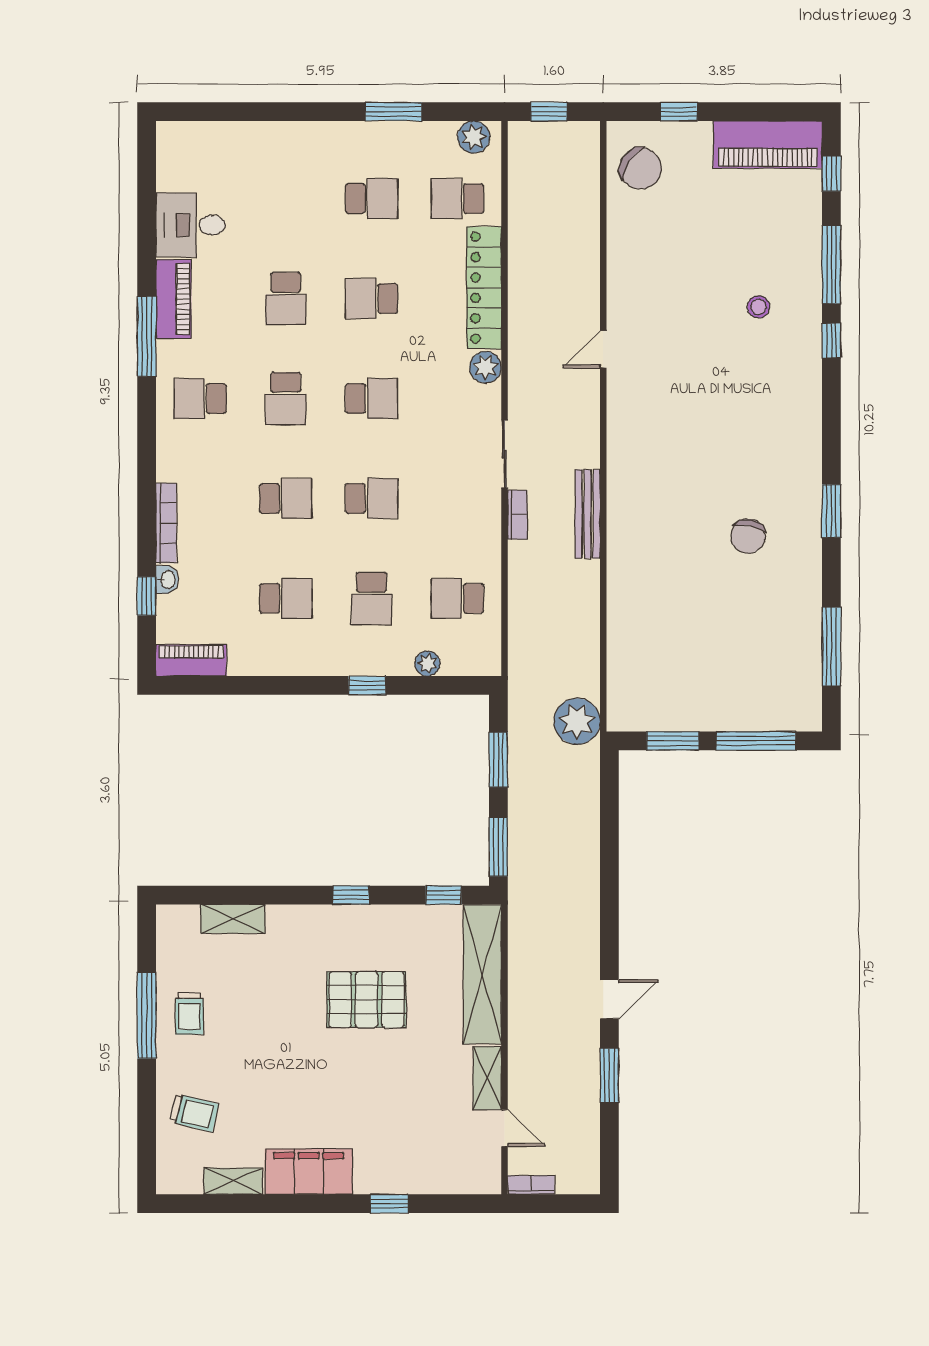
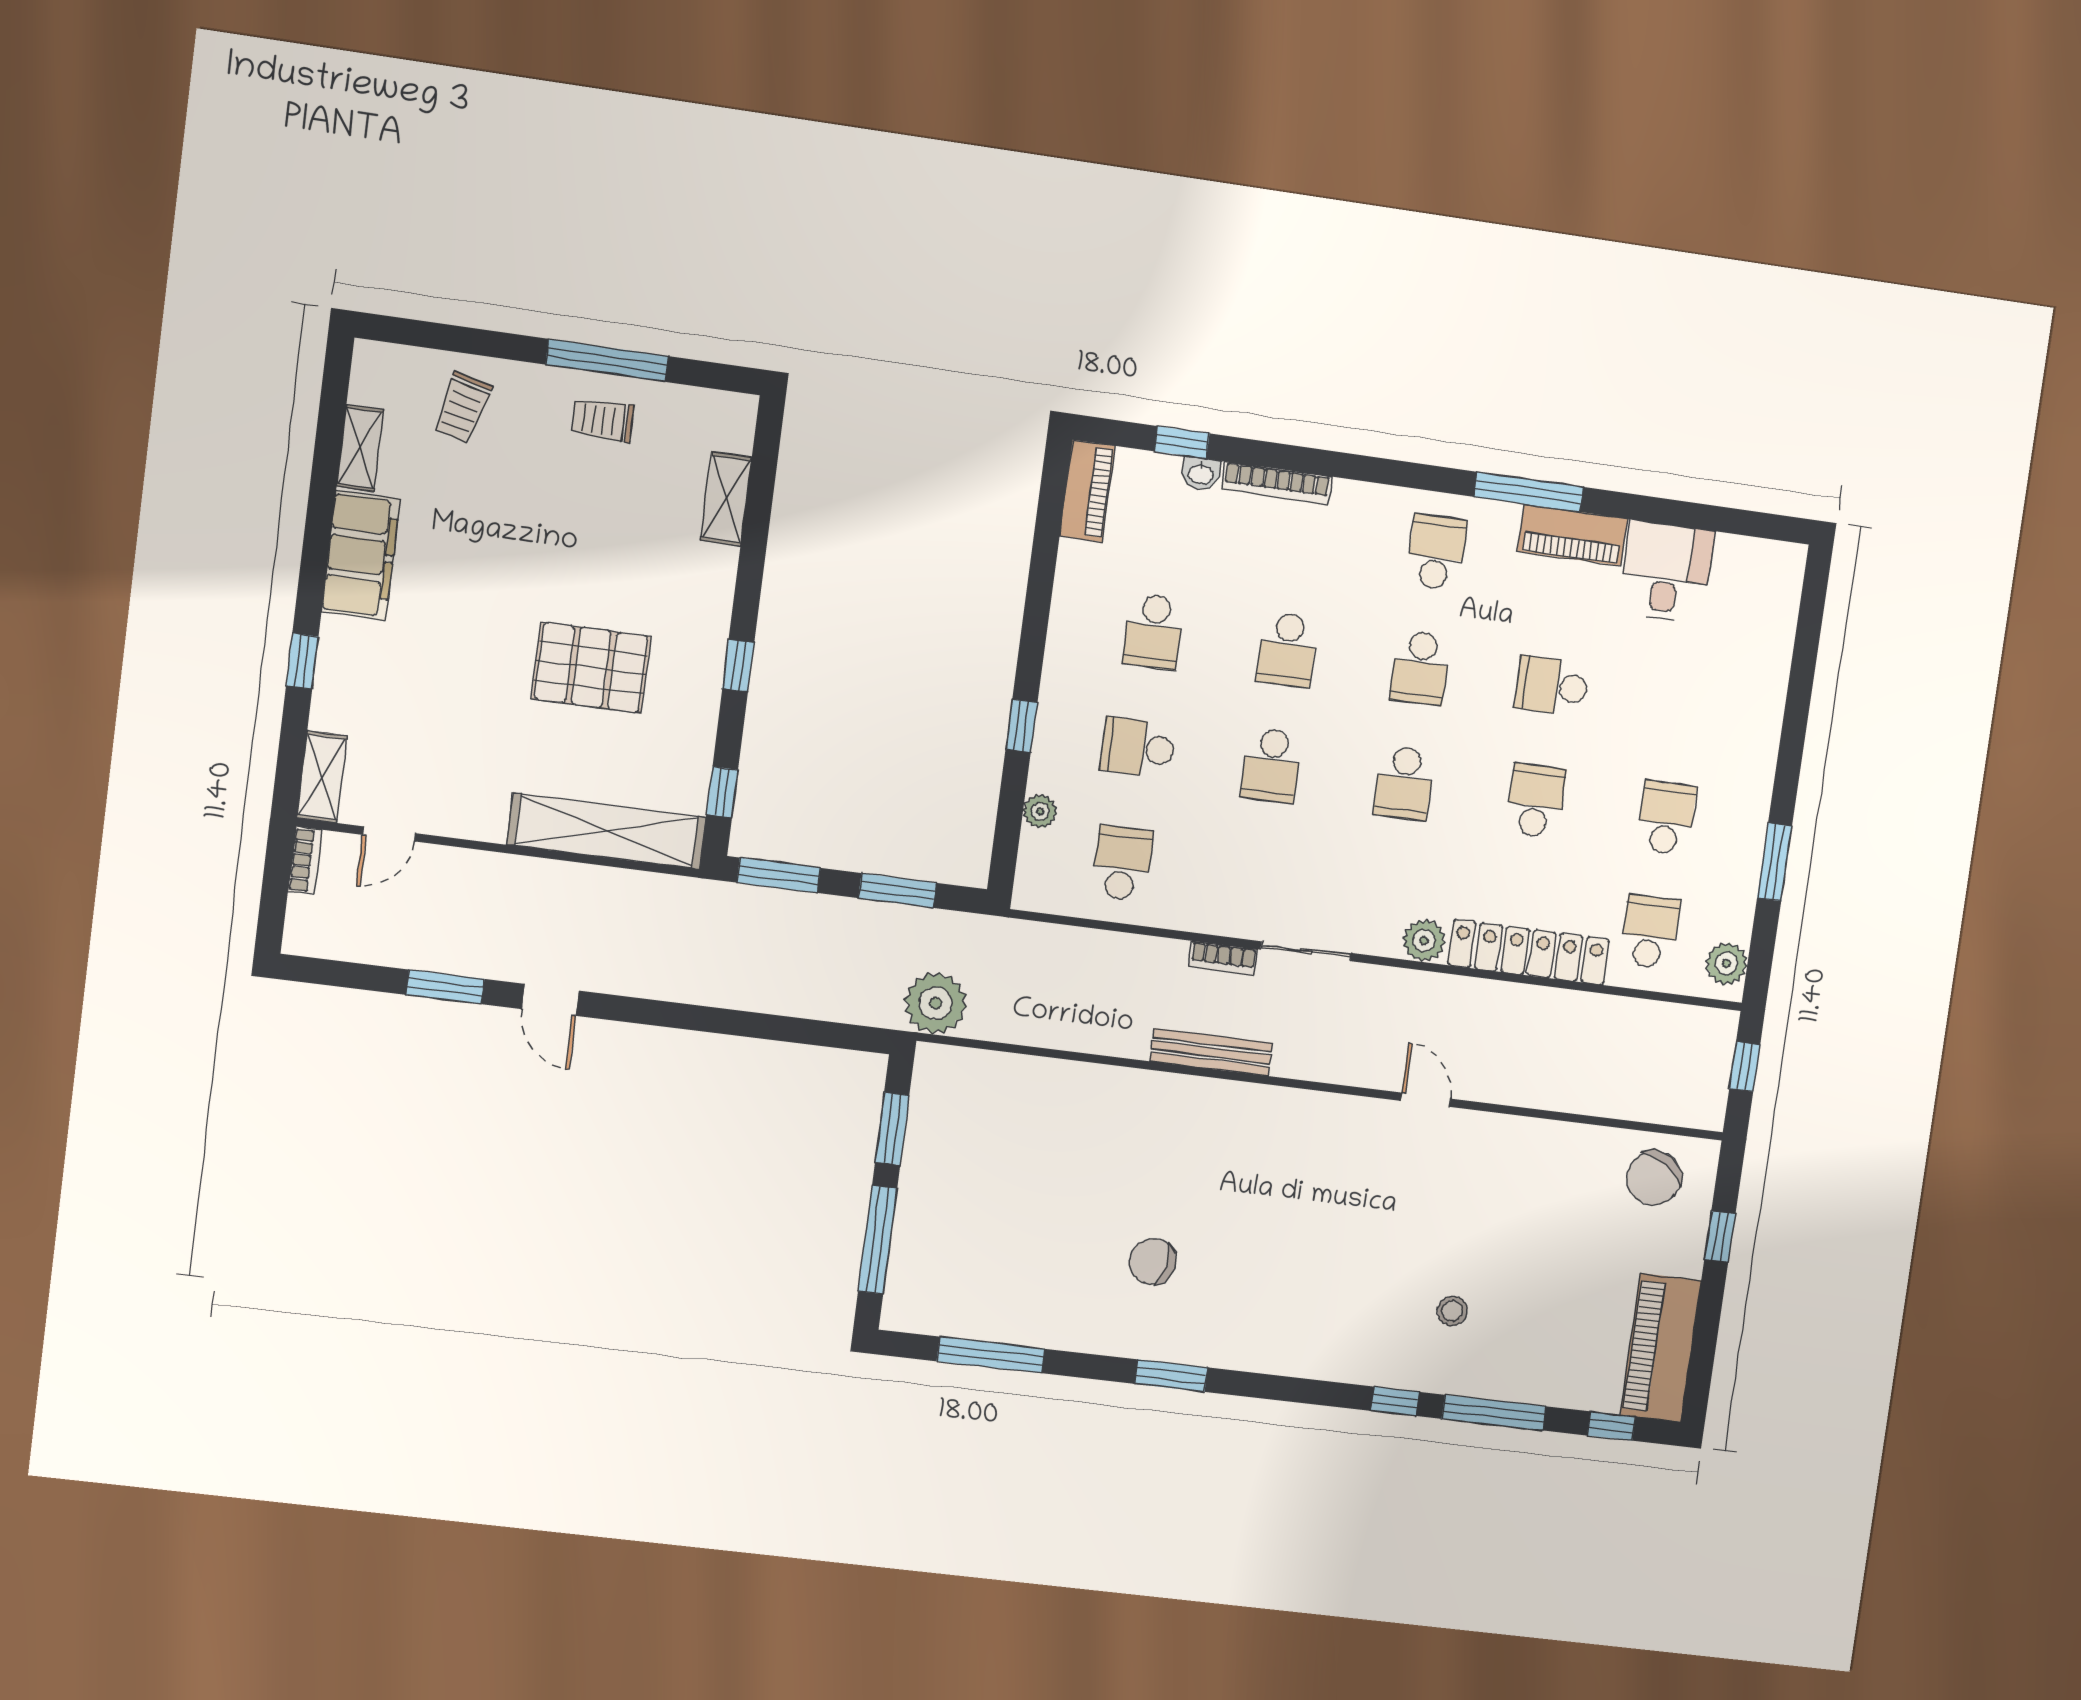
school desk: (372, 199) -> (1666, 818), turned 180
school desk: (286, 398) -> (1420, 668), turned -90
pallet: (366, 1000) -> (591, 668), turned 90
shelving: (487, 1078) -> (322, 777), moved, turned 90

